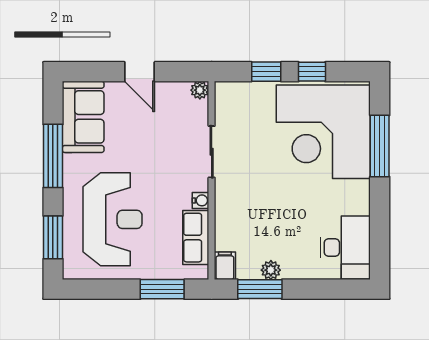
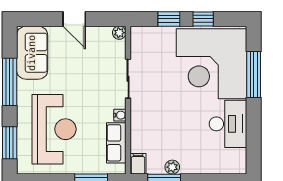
desk: (345, 248) -> (228, 124), moved

